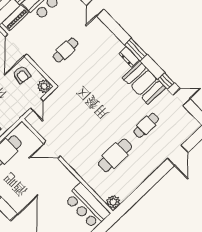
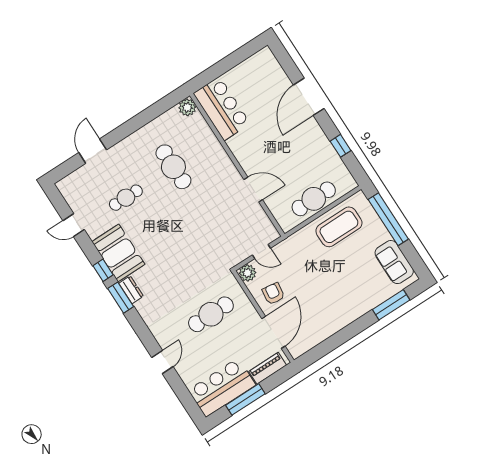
cafe table: (66, 50) -> (211, 314), width x1.37, depth x1.35
window: (166, 81) -> (103, 270), moved
door: (37, 104) -> (261, 252), swing flipped
cafe table: (115, 155) -> (173, 167), turned 90

